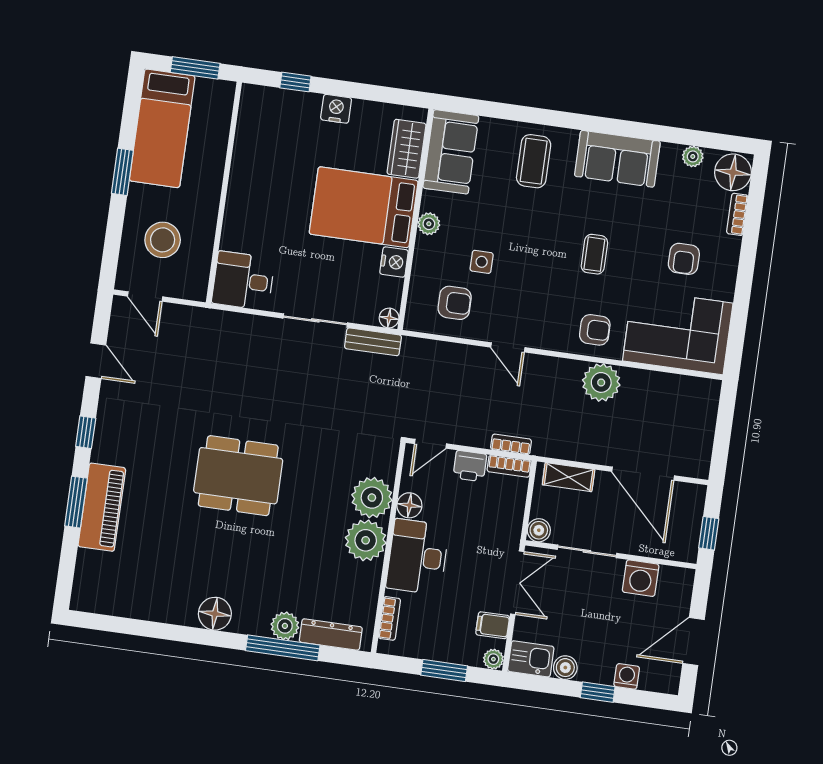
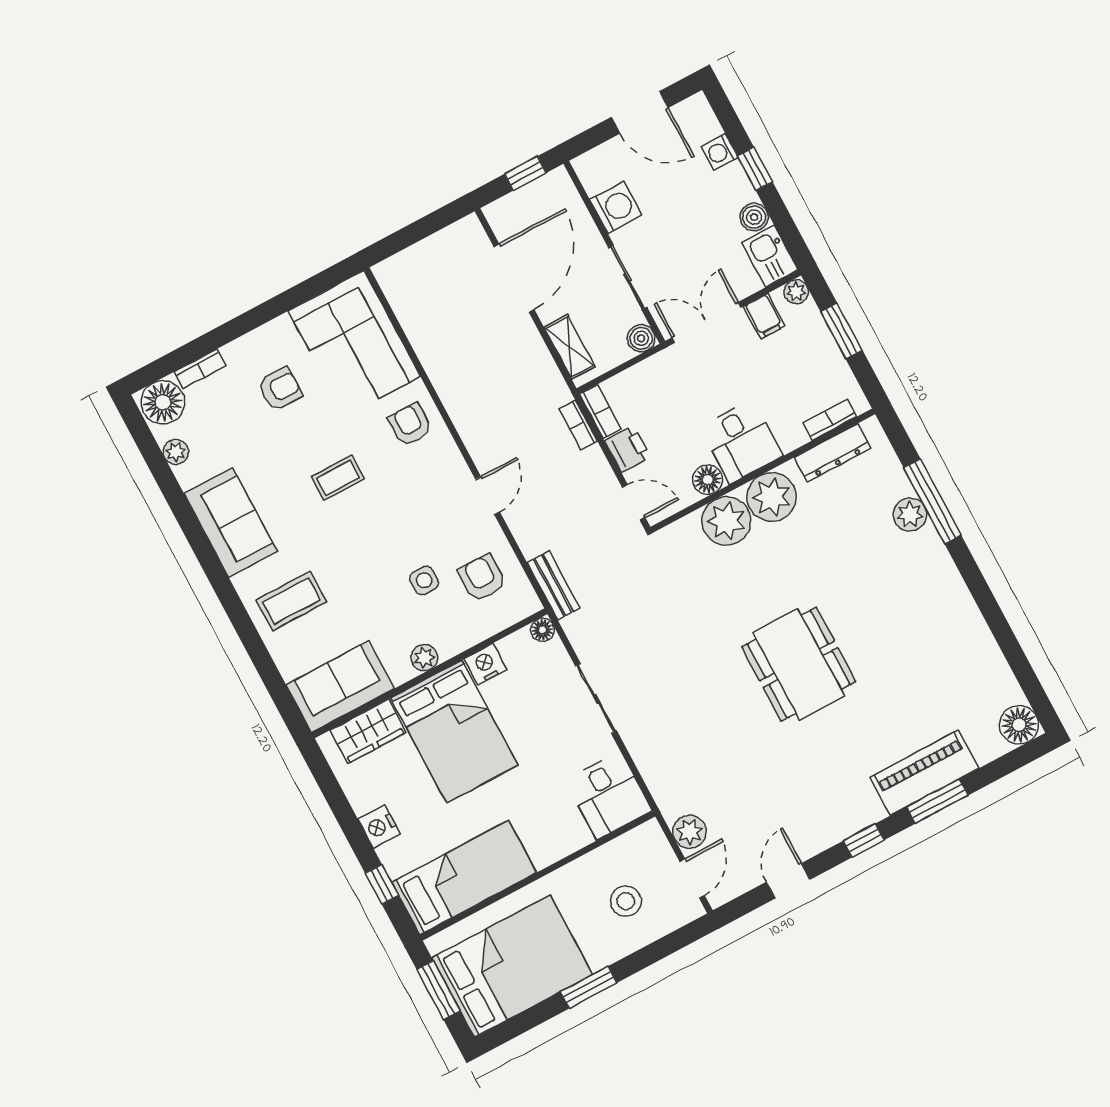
bed: (162, 128) -> (512, 966), width x1.50
bed: (259, 141) -> (464, 878), added
stool: (163, 240) -> (626, 901), width x0.73, depth x0.73
bench: (373, 342) -> (553, 585), moved
plant: (601, 382) -> (690, 832), moved, width x0.73, depth x0.73
desk: (417, 557) -> (741, 441), width x0.73
floor lamp: (215, 614) -> (1019, 725), moved
dresser: (331, 635) -> (833, 453), moved, turned -90

